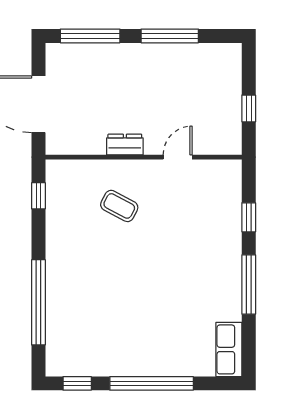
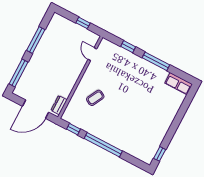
dresser: (125, 144) -> (59, 105), moved
door: (178, 157) -> (92, 54), moved
window: (38, 302) -> (103, 145), moved
window: (152, 383) -> (176, 123), removed

